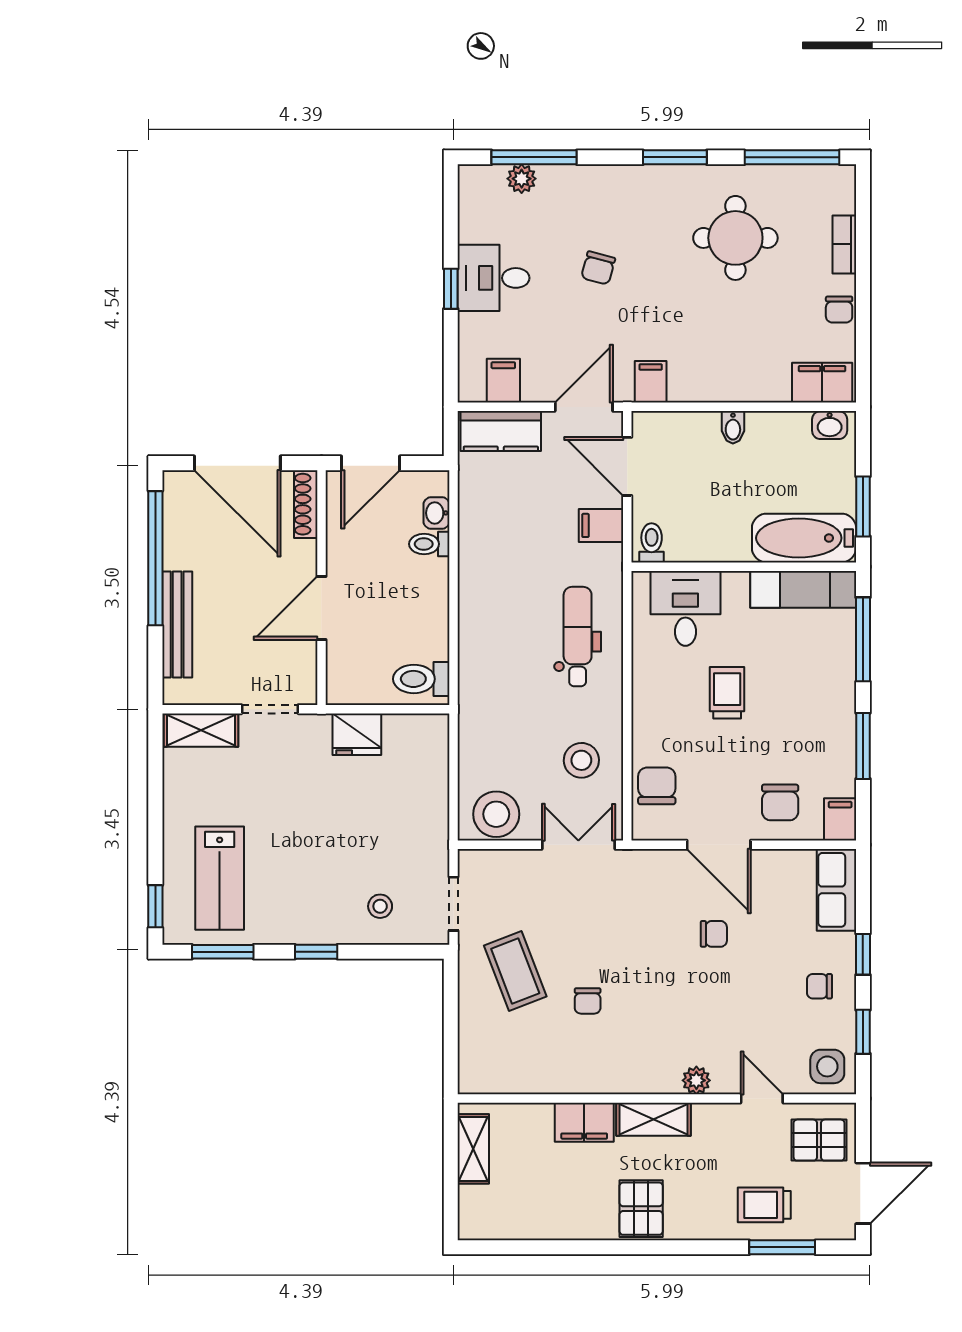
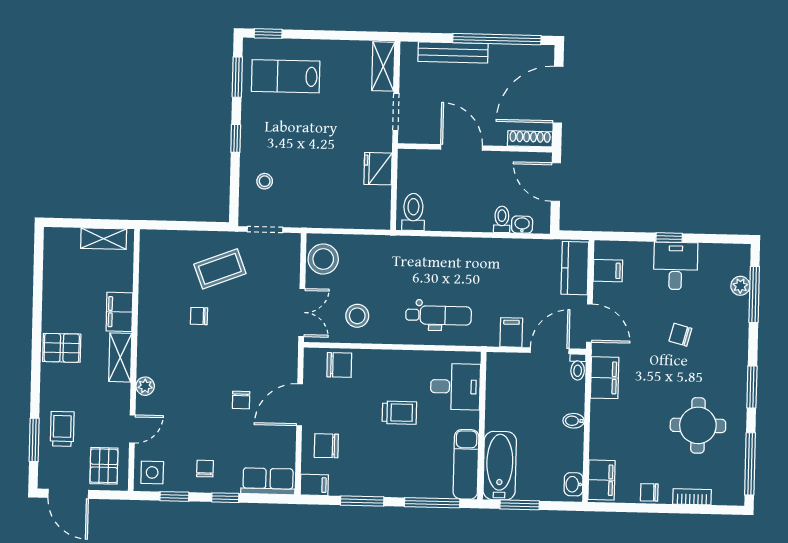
filing cabinet: (651, 382) -> (605, 378), width x2.00
toilet: (652, 543) -> (578, 367), moved, turned 90

